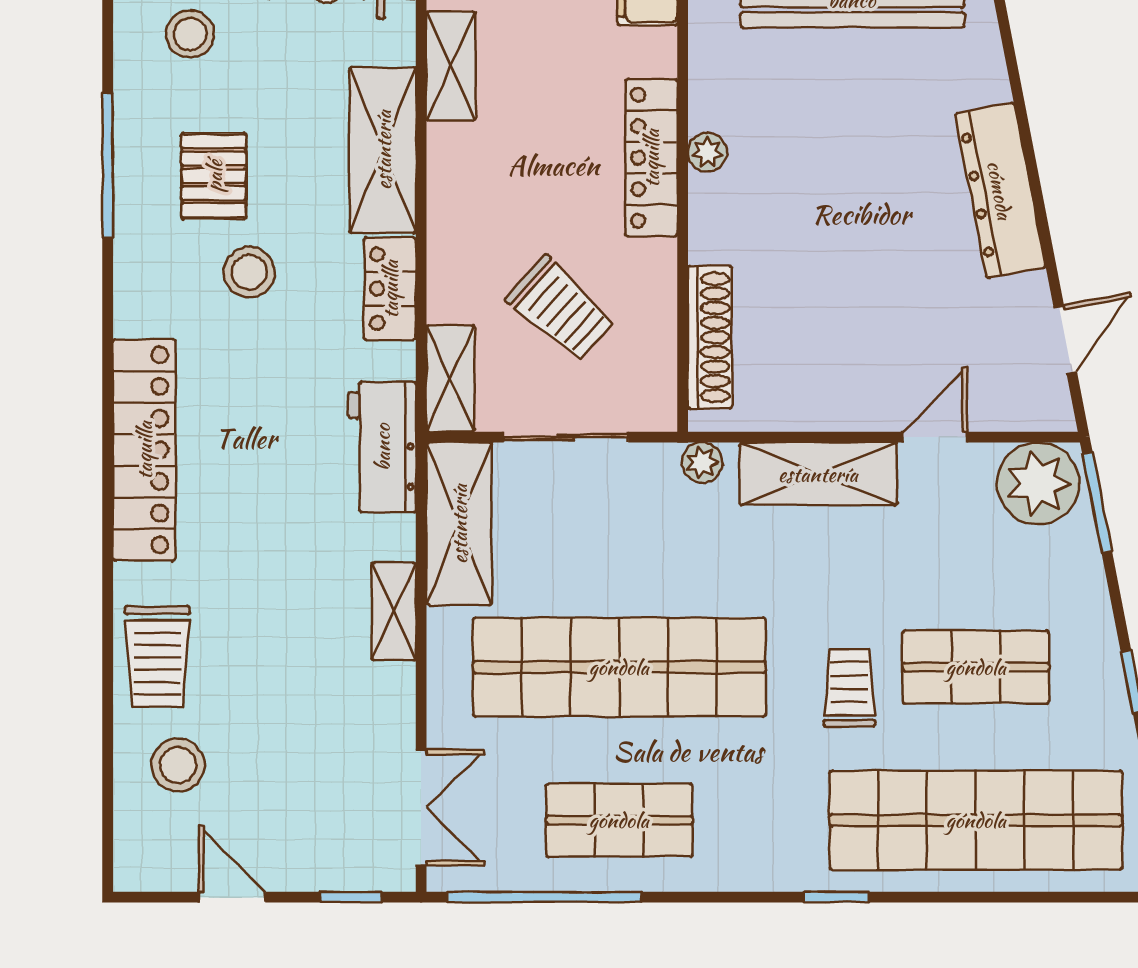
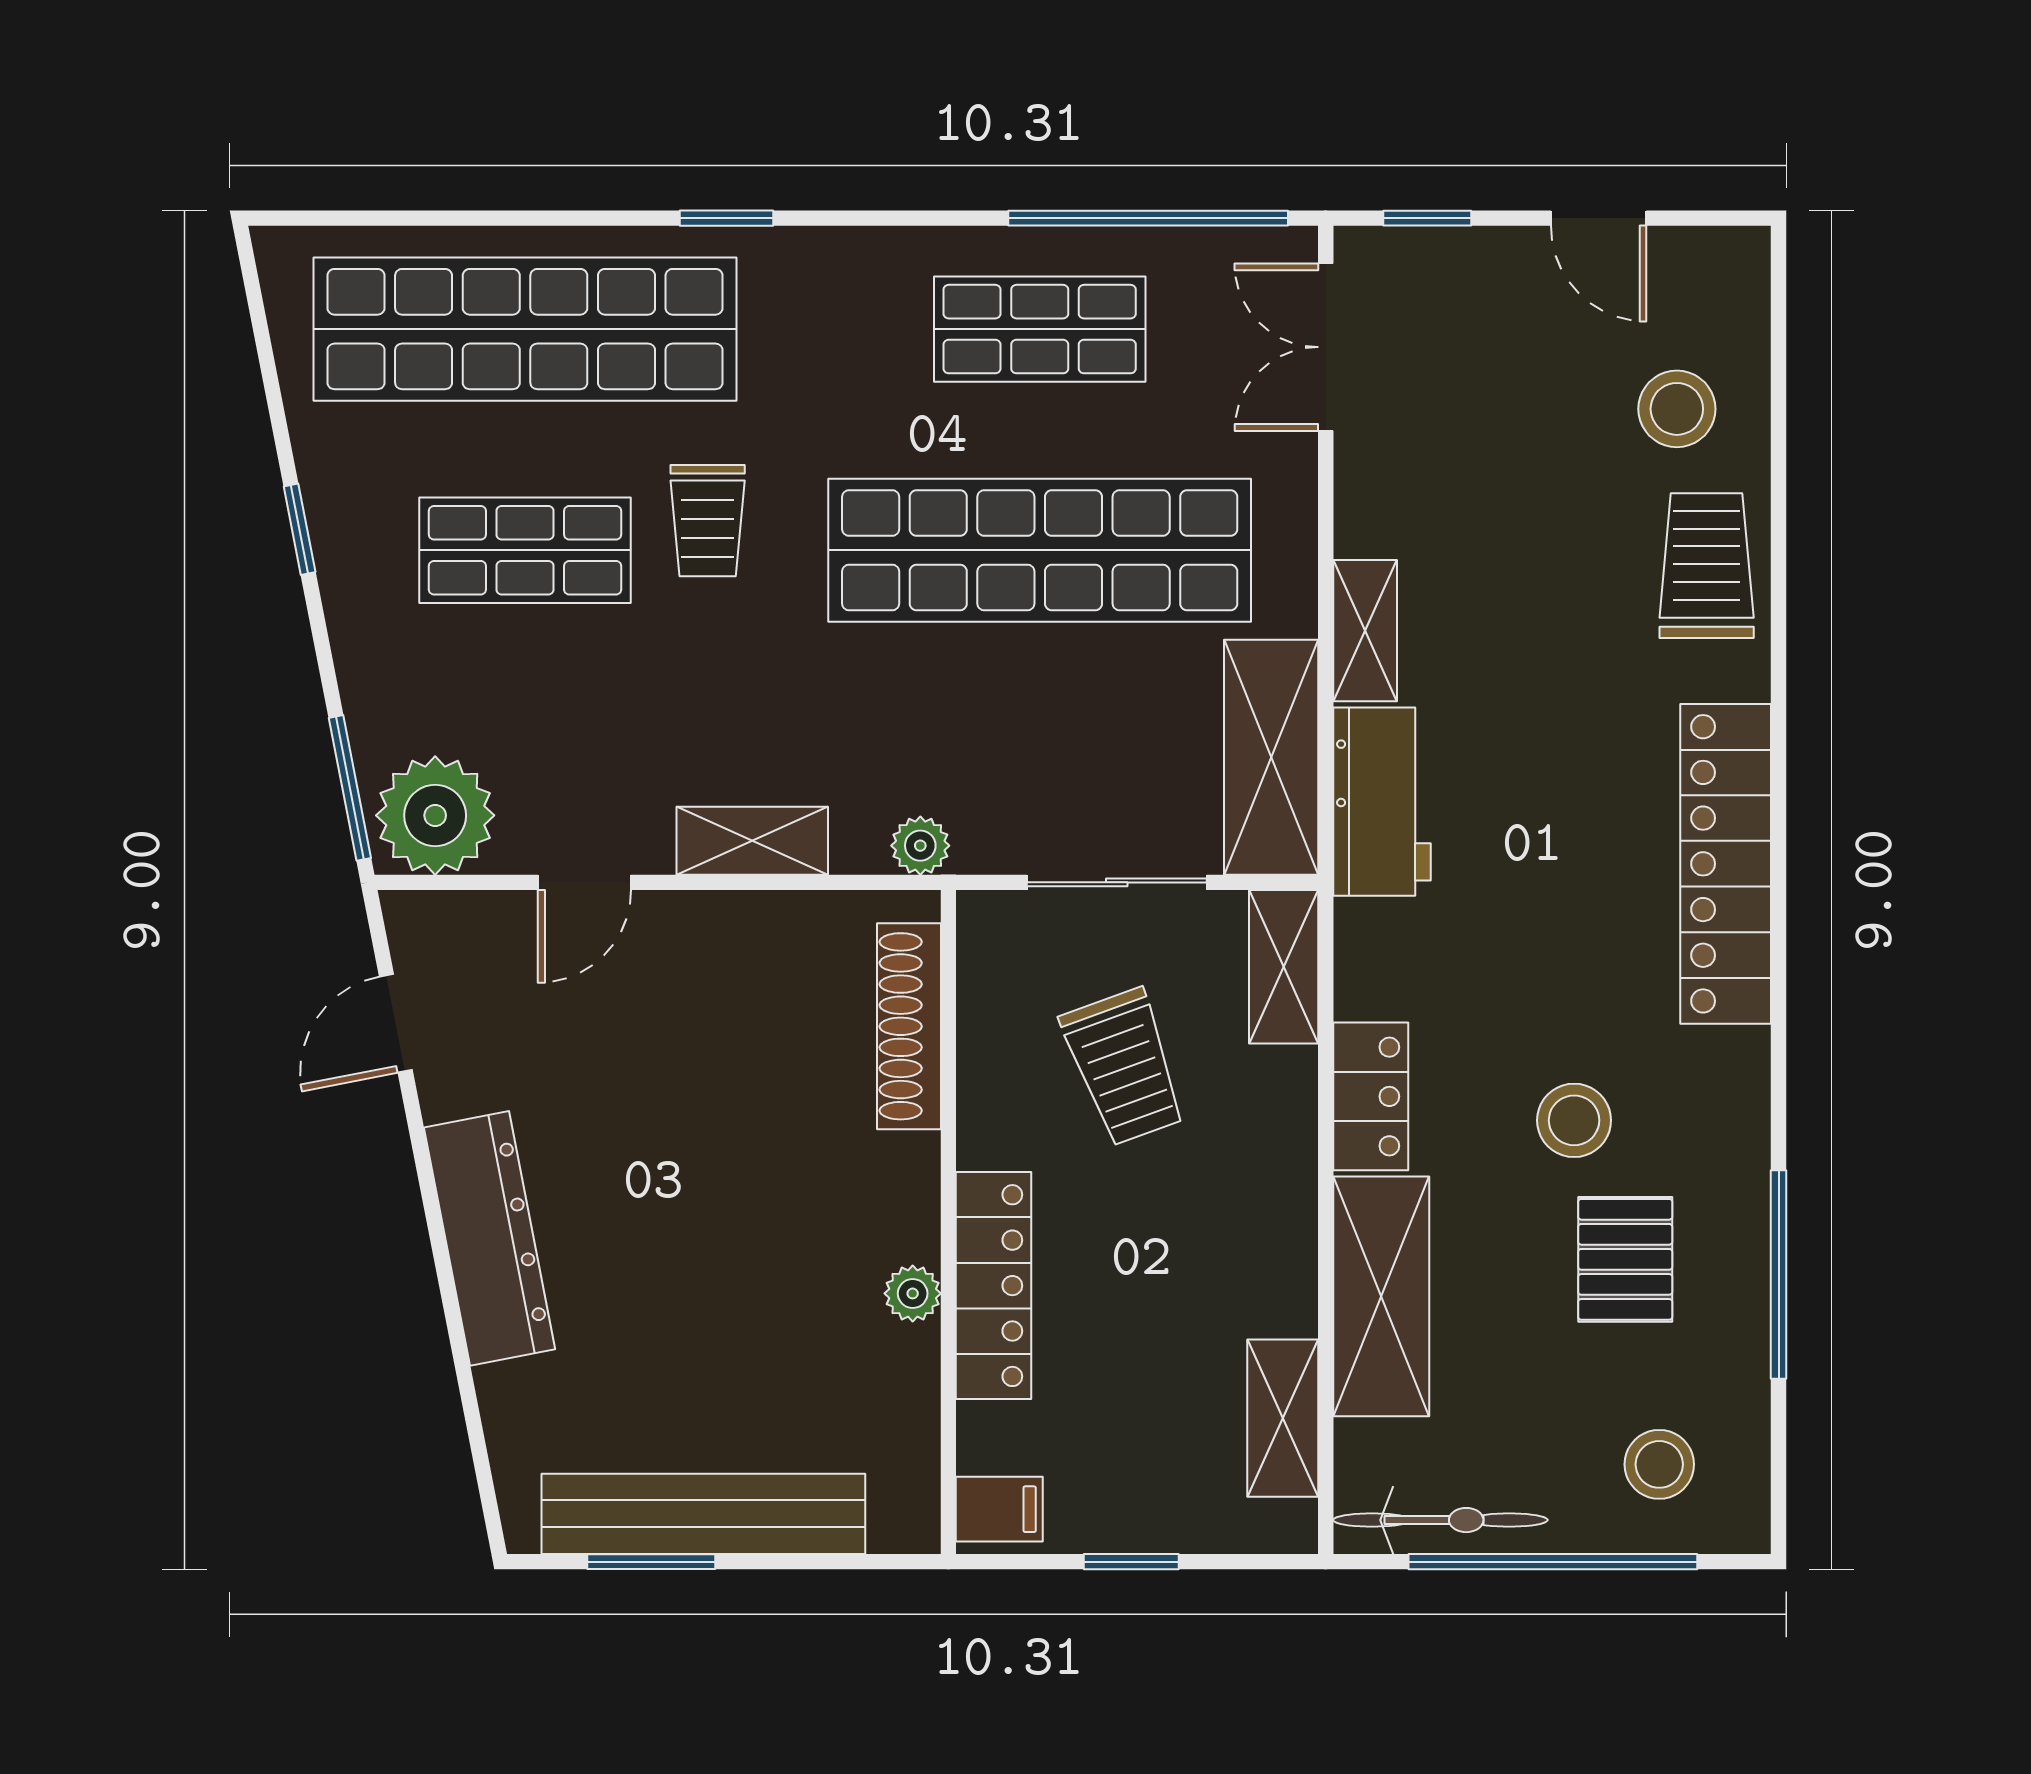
trolley: (561, 309) -> (1124, 1067), turned -152
workbench: (382, 447) -> (1382, 802), moved
shelving: (818, 474) -> (752, 841), width x0.67, depth x0.75

